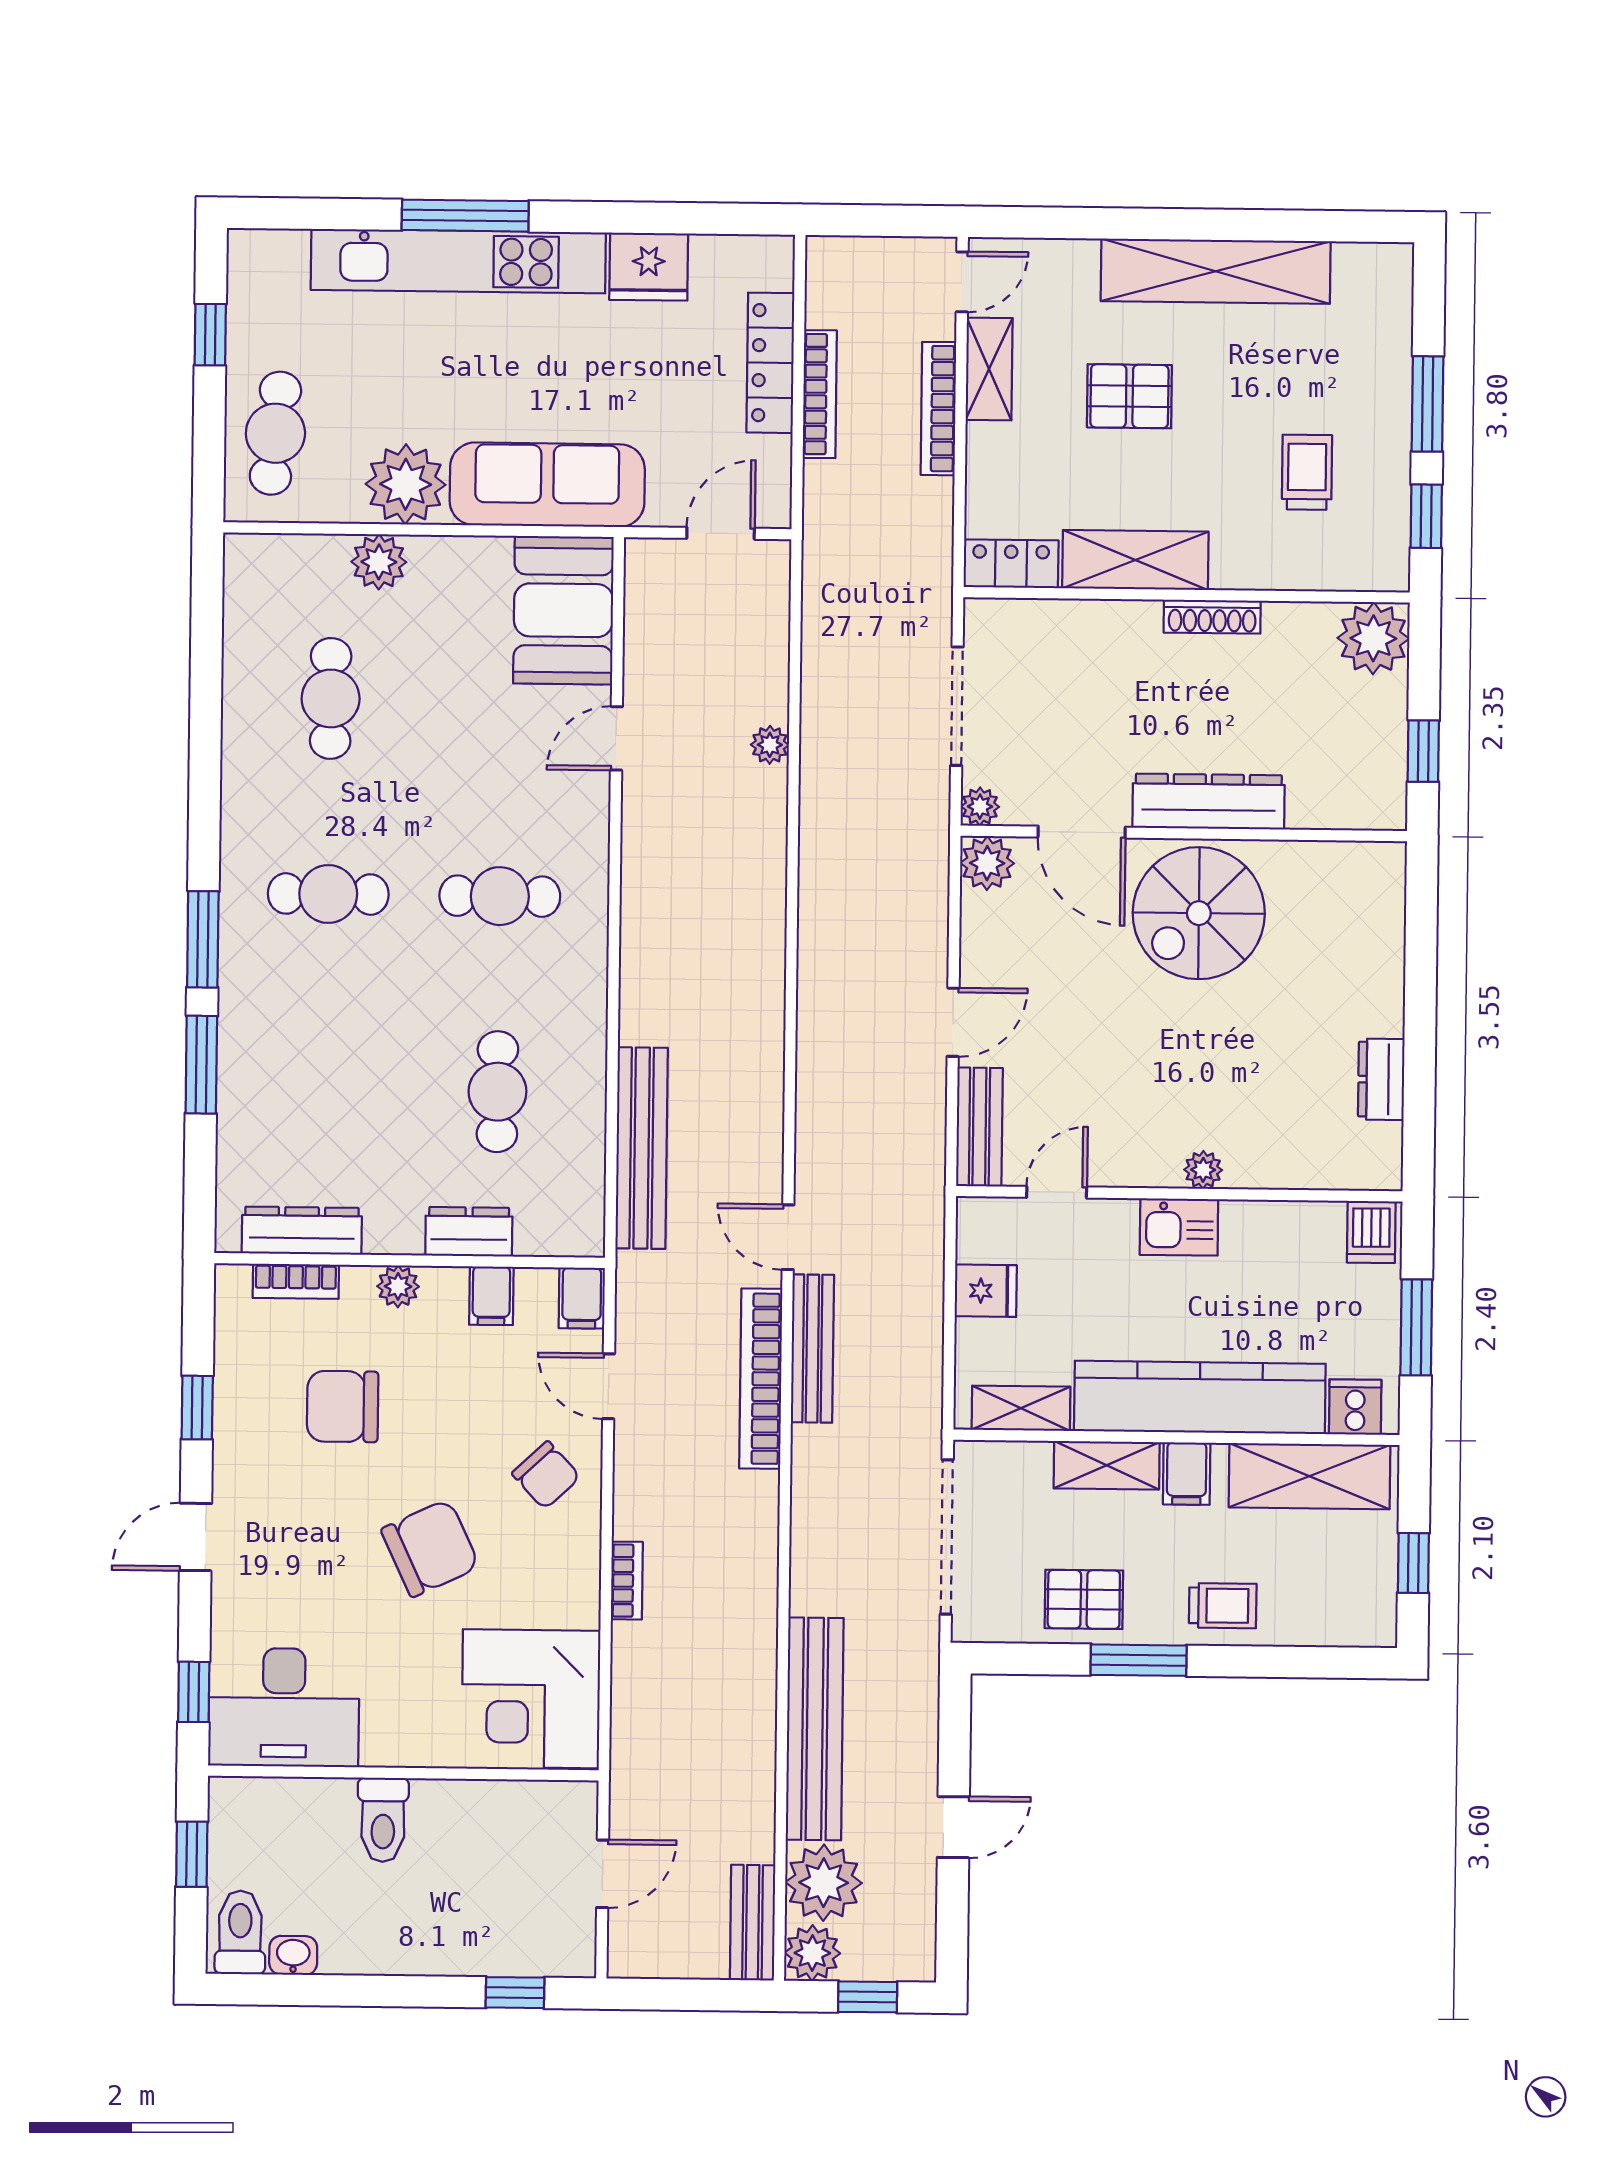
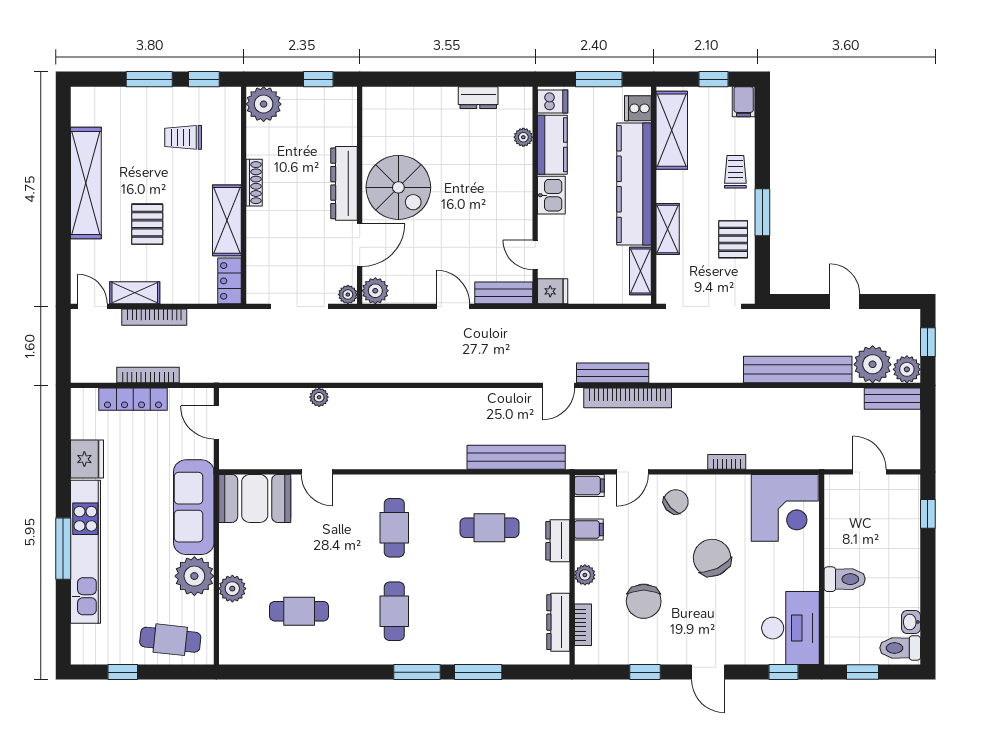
plant: (1203, 1170) -> (523, 137), moved
kitchen counter: (1283, 1230) -> (552, 145), added
fridge: (986, 1291) -> (553, 291), moved, turned 90
filing cabinet: (1187, 1474) -> (744, 102), moved, turned 90

